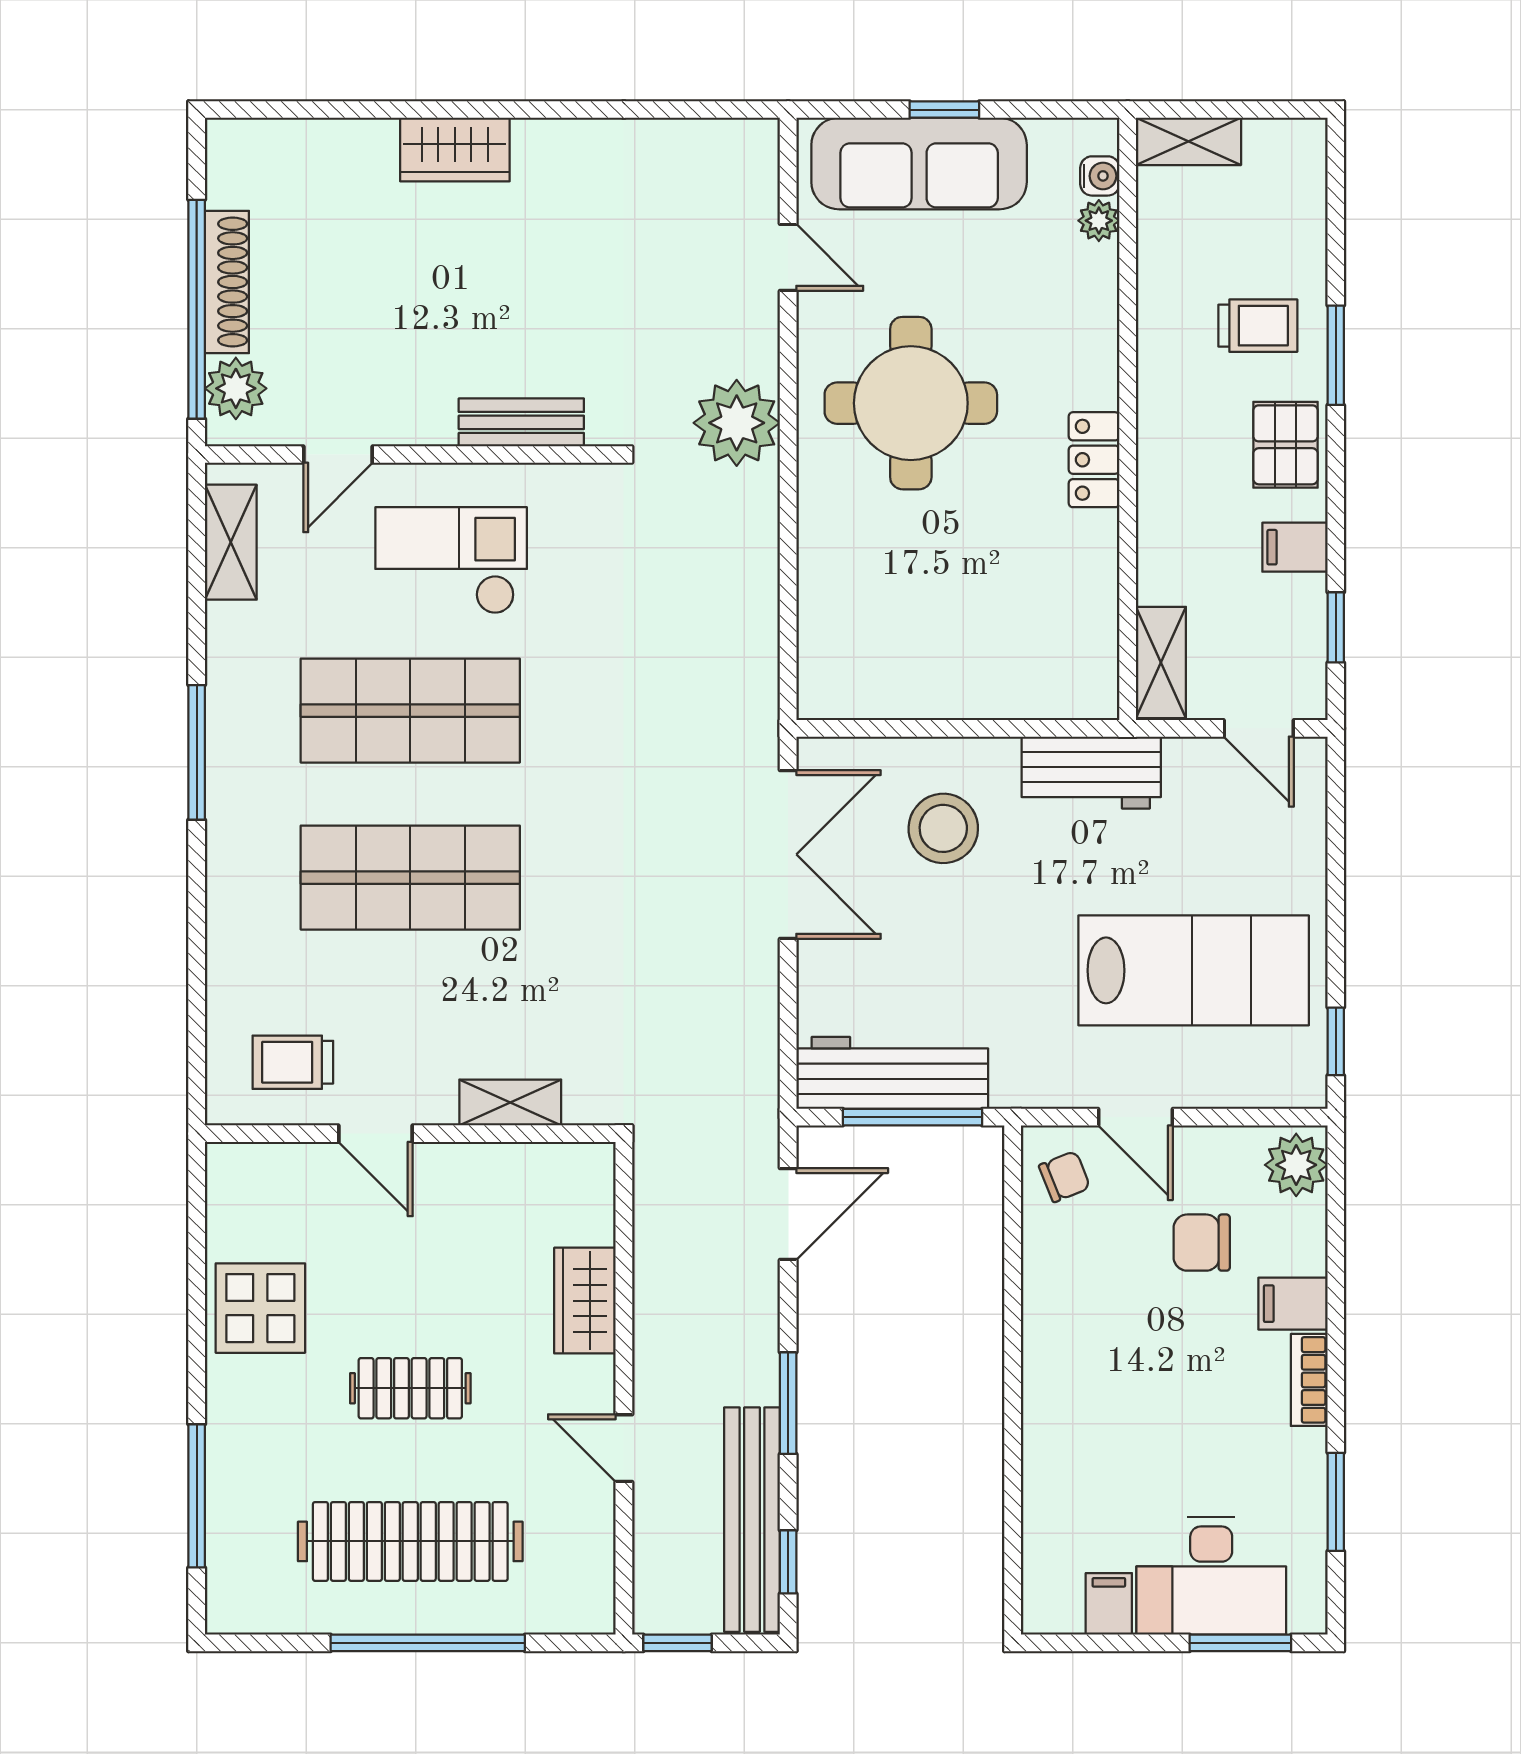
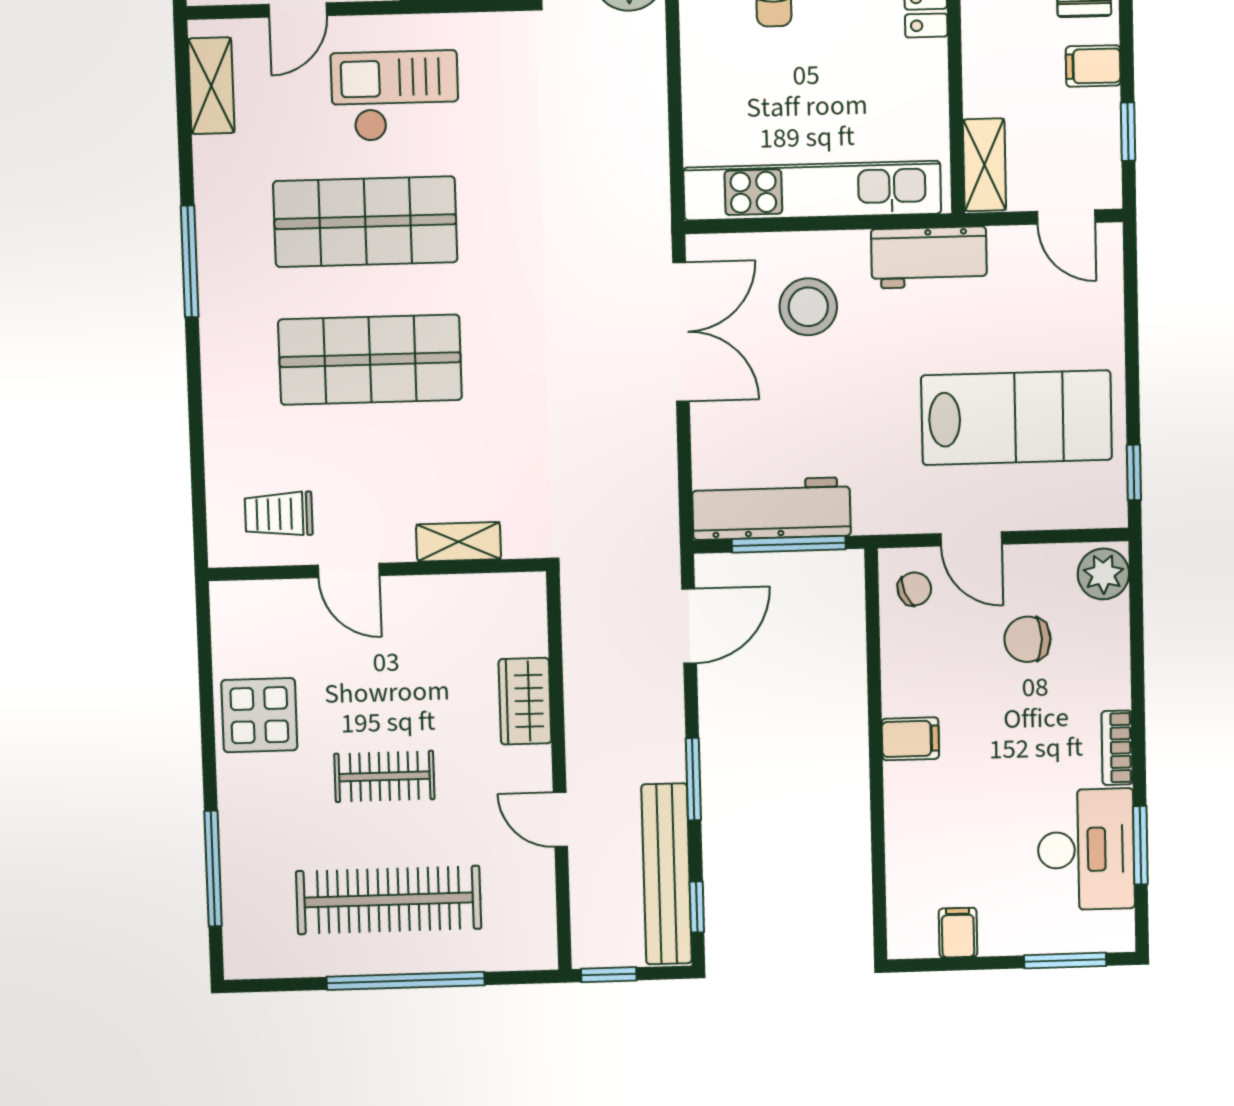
kitchen unit: (952, 688) -> (812, 191), added
filing cabinet: (1293, 1304) -> (910, 739), moved, turned 180
desk: (1211, 1576) -> (1086, 850), moved, turned -90

